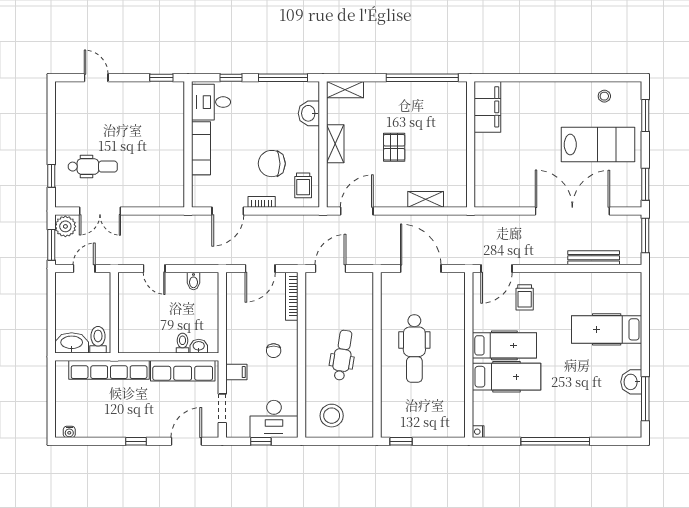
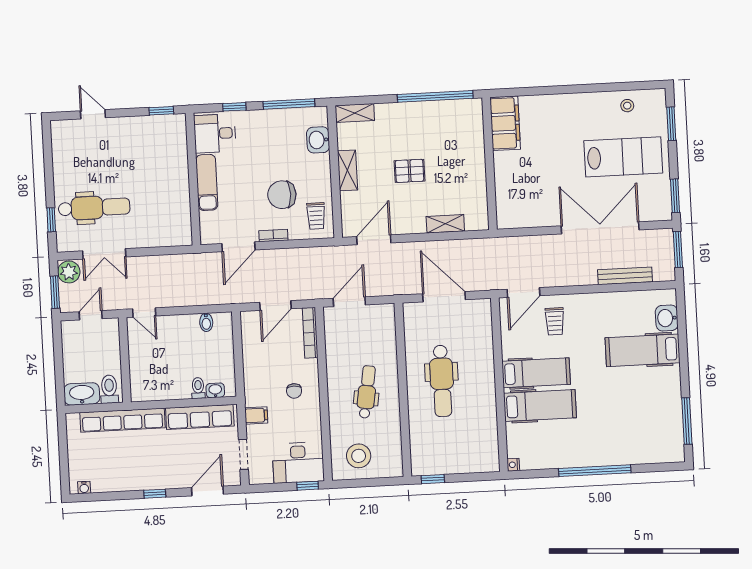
pallet: (394, 147) -> (409, 171), turned 90
dental chair: (93, 167) -> (94, 208), width x1.36, depth x1.38
door: (154, 269) -> (144, 312), moved
washbasin: (631, 382) -> (667, 318), moved
window: (261, 441) -> (308, 486), moved

